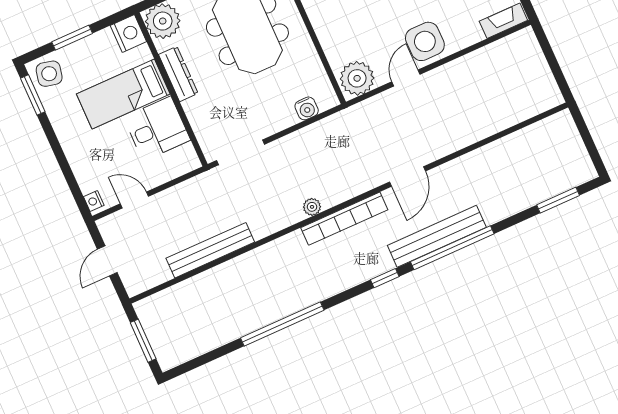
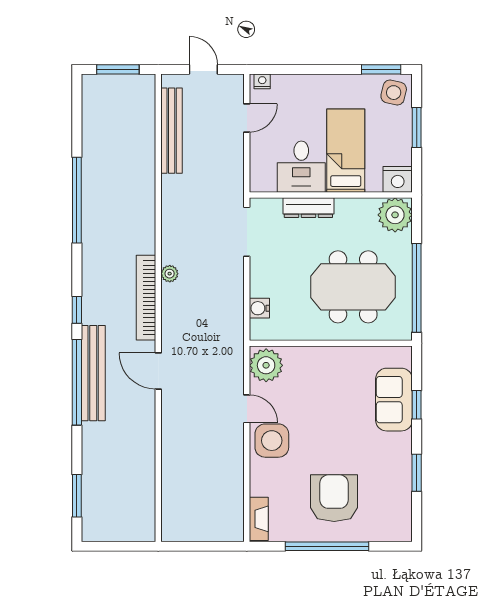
dresser: (178, 74) -> (308, 208), moved
bench: (210, 250) -> (172, 131), moved

